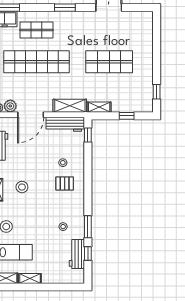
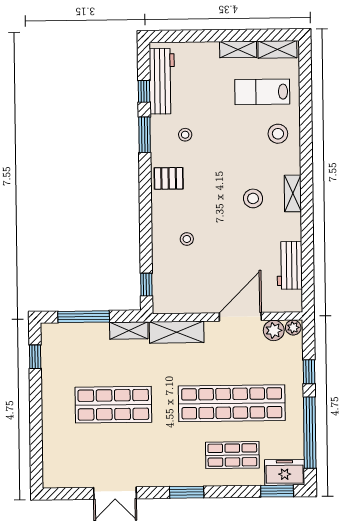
window: (127, 116) -> (84, 317), width x2.17
workbench: (65, 124) -> (184, 302), removed
pallet: (65, 183) -> (169, 178), moved
workbench: (77, 254) -> (162, 81), width x1.38

